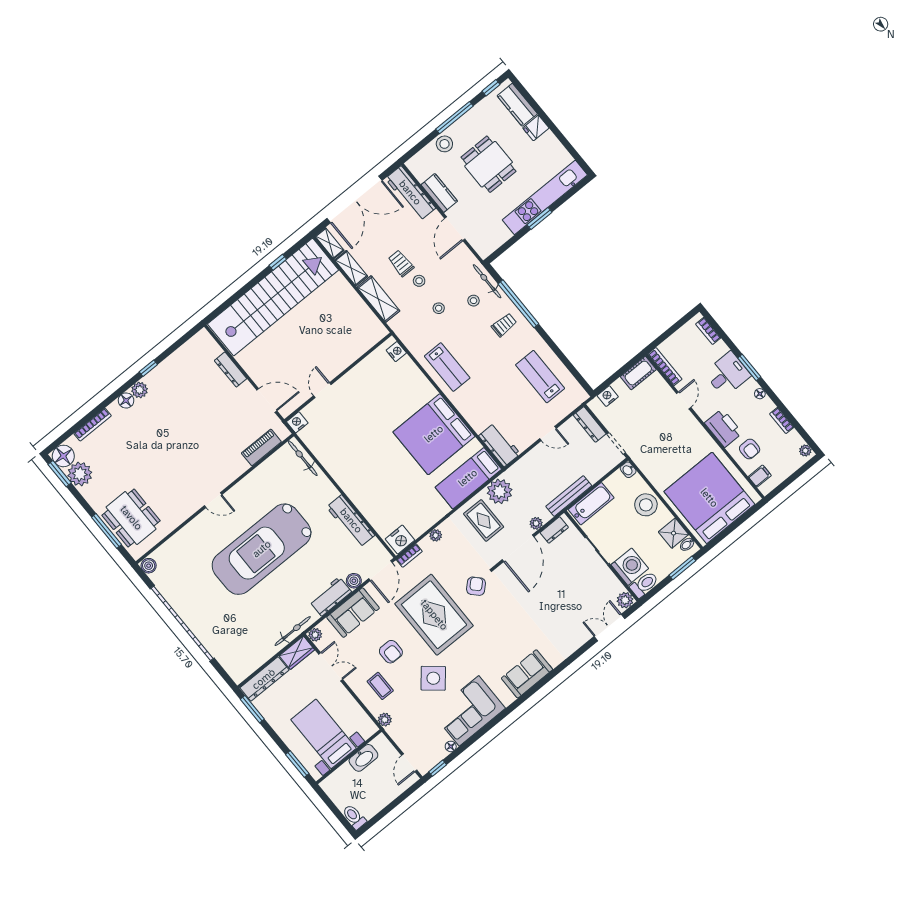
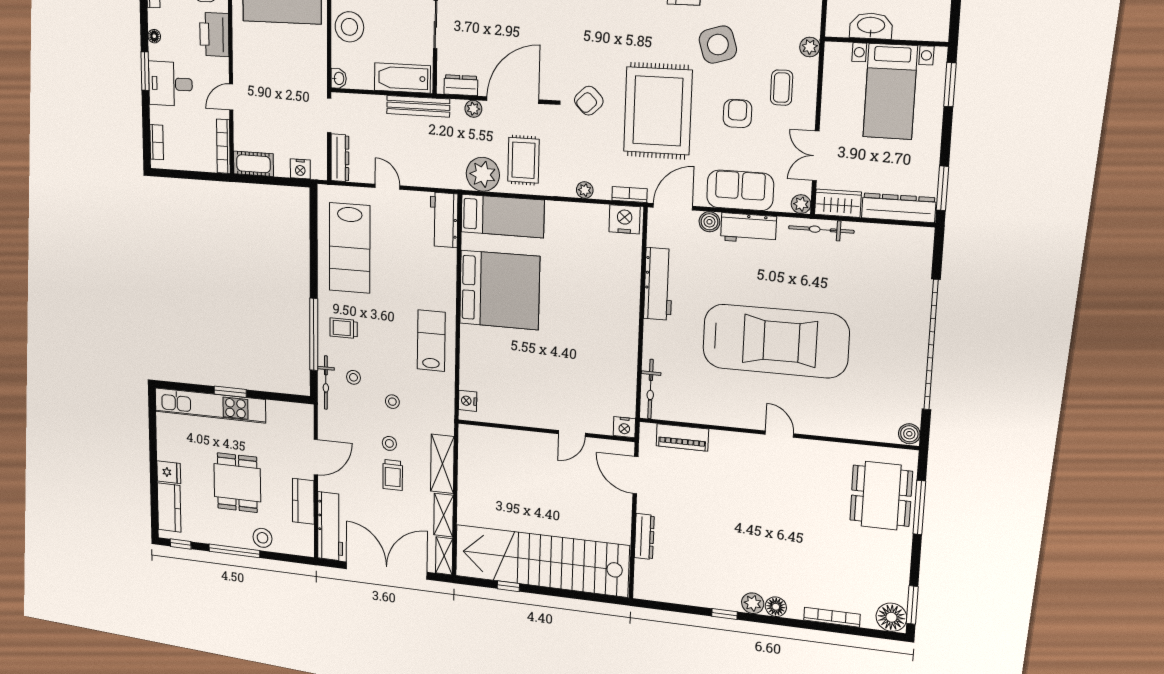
lab bench: (540, 377) -> (350, 248), width x1.36, depth x1.39
plant: (80, 474) -> (892, 585), removed
side table: (433, 678) -> (718, 45), turned 33

